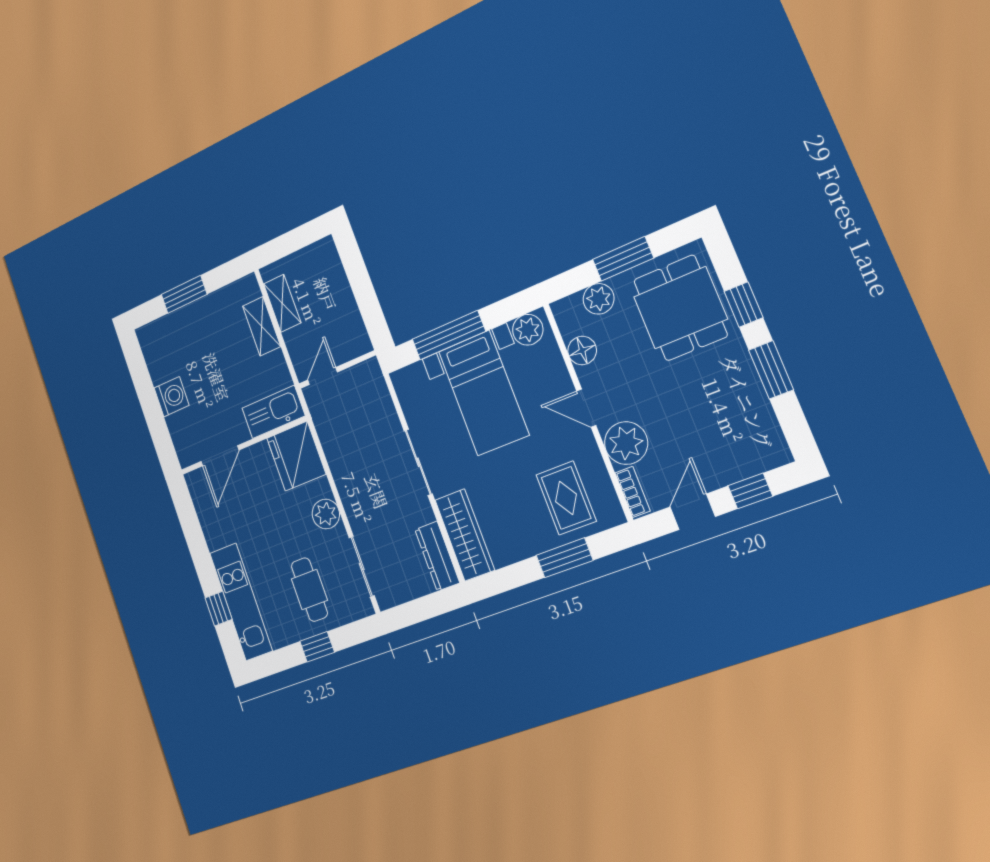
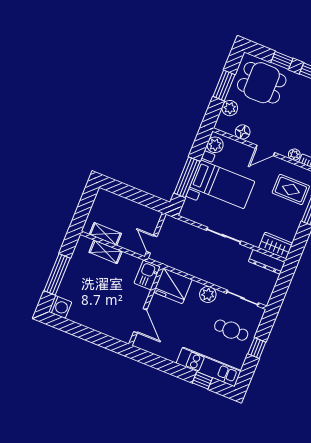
window: (184, 294) -> (57, 274), width x1.44
washing machine: (172, 397) -> (60, 307), moved, turned 90
kitchen sink: (273, 412) -> (147, 275), width x0.73
plant: (626, 443) -> (294, 155), width x0.53, depth x0.53
wardrobe: (465, 535) -> (276, 246), width x0.67

